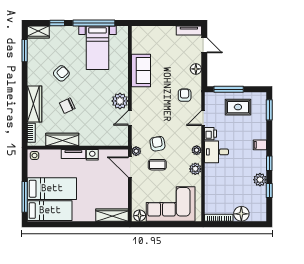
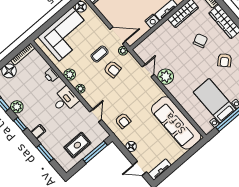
sofa: (141, 70) -> (176, 123), width x1.85, depth x1.27
window: (269, 110) -> (45, 153), moved
printer: (211, 134) -> (51, 75), moved

